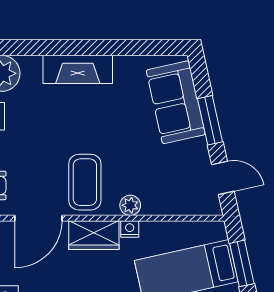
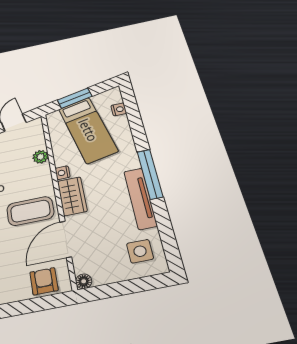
plant: (130, 205) -> (41, 157), moved
door: (38, 218) -> (66, 239), swing flipped

